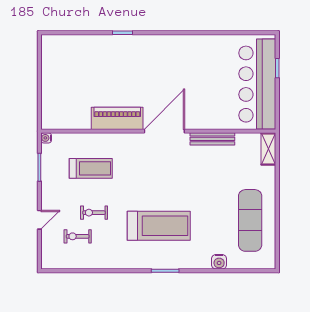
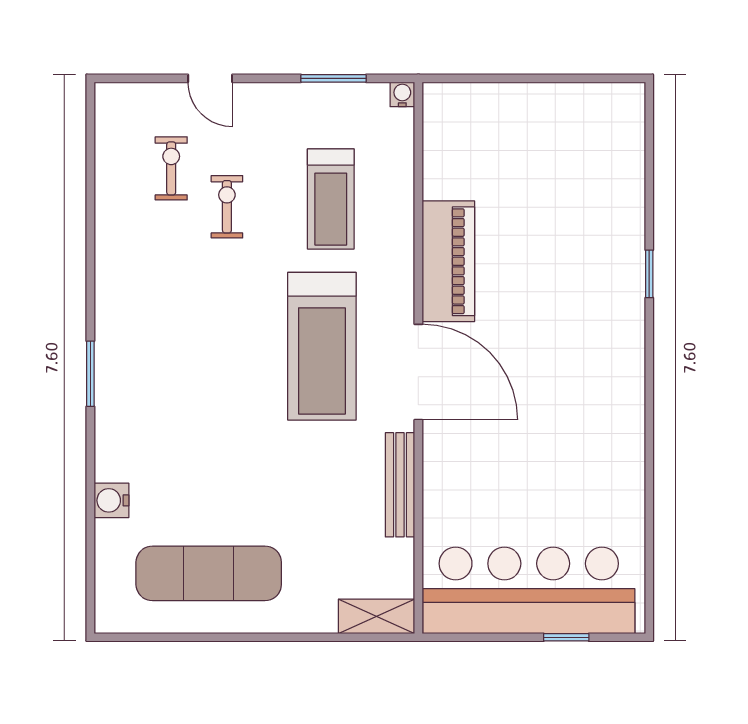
treadmill: (159, 226) -> (322, 346), moved

